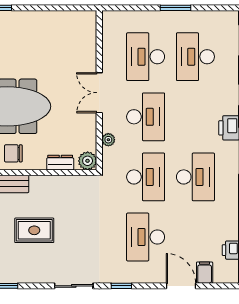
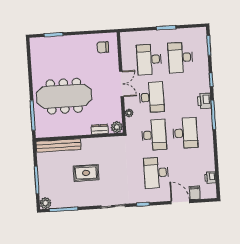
double door: (99, 93) -> (121, 84), swing flipped
chair: (13, 153) -> (103, 47), moved

